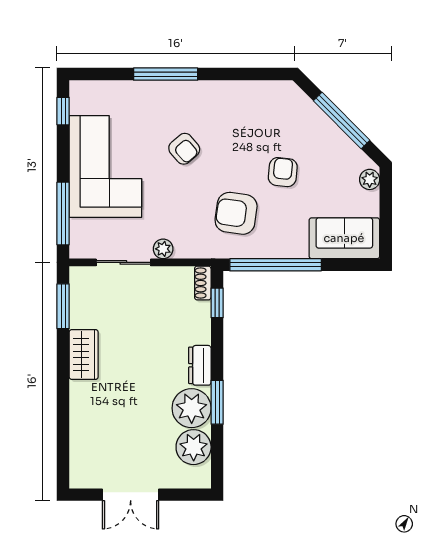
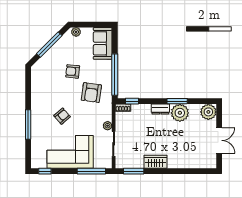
plant: (194, 447) -> (208, 112), moved

